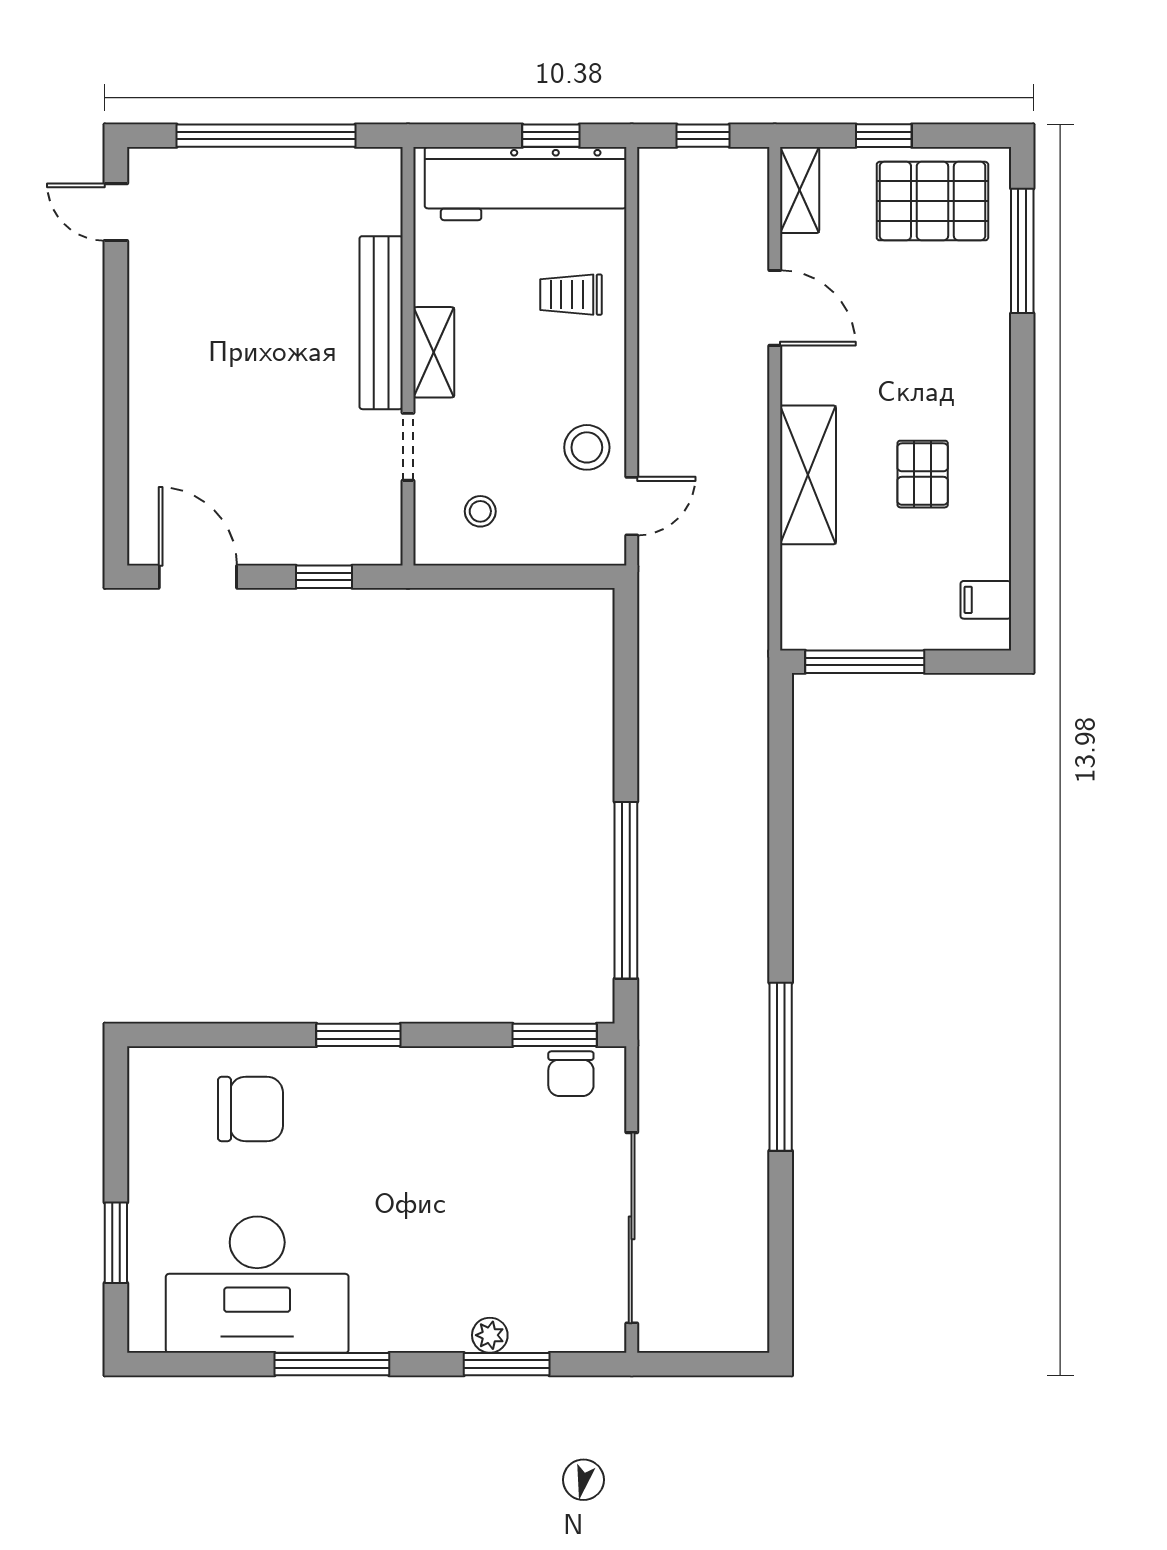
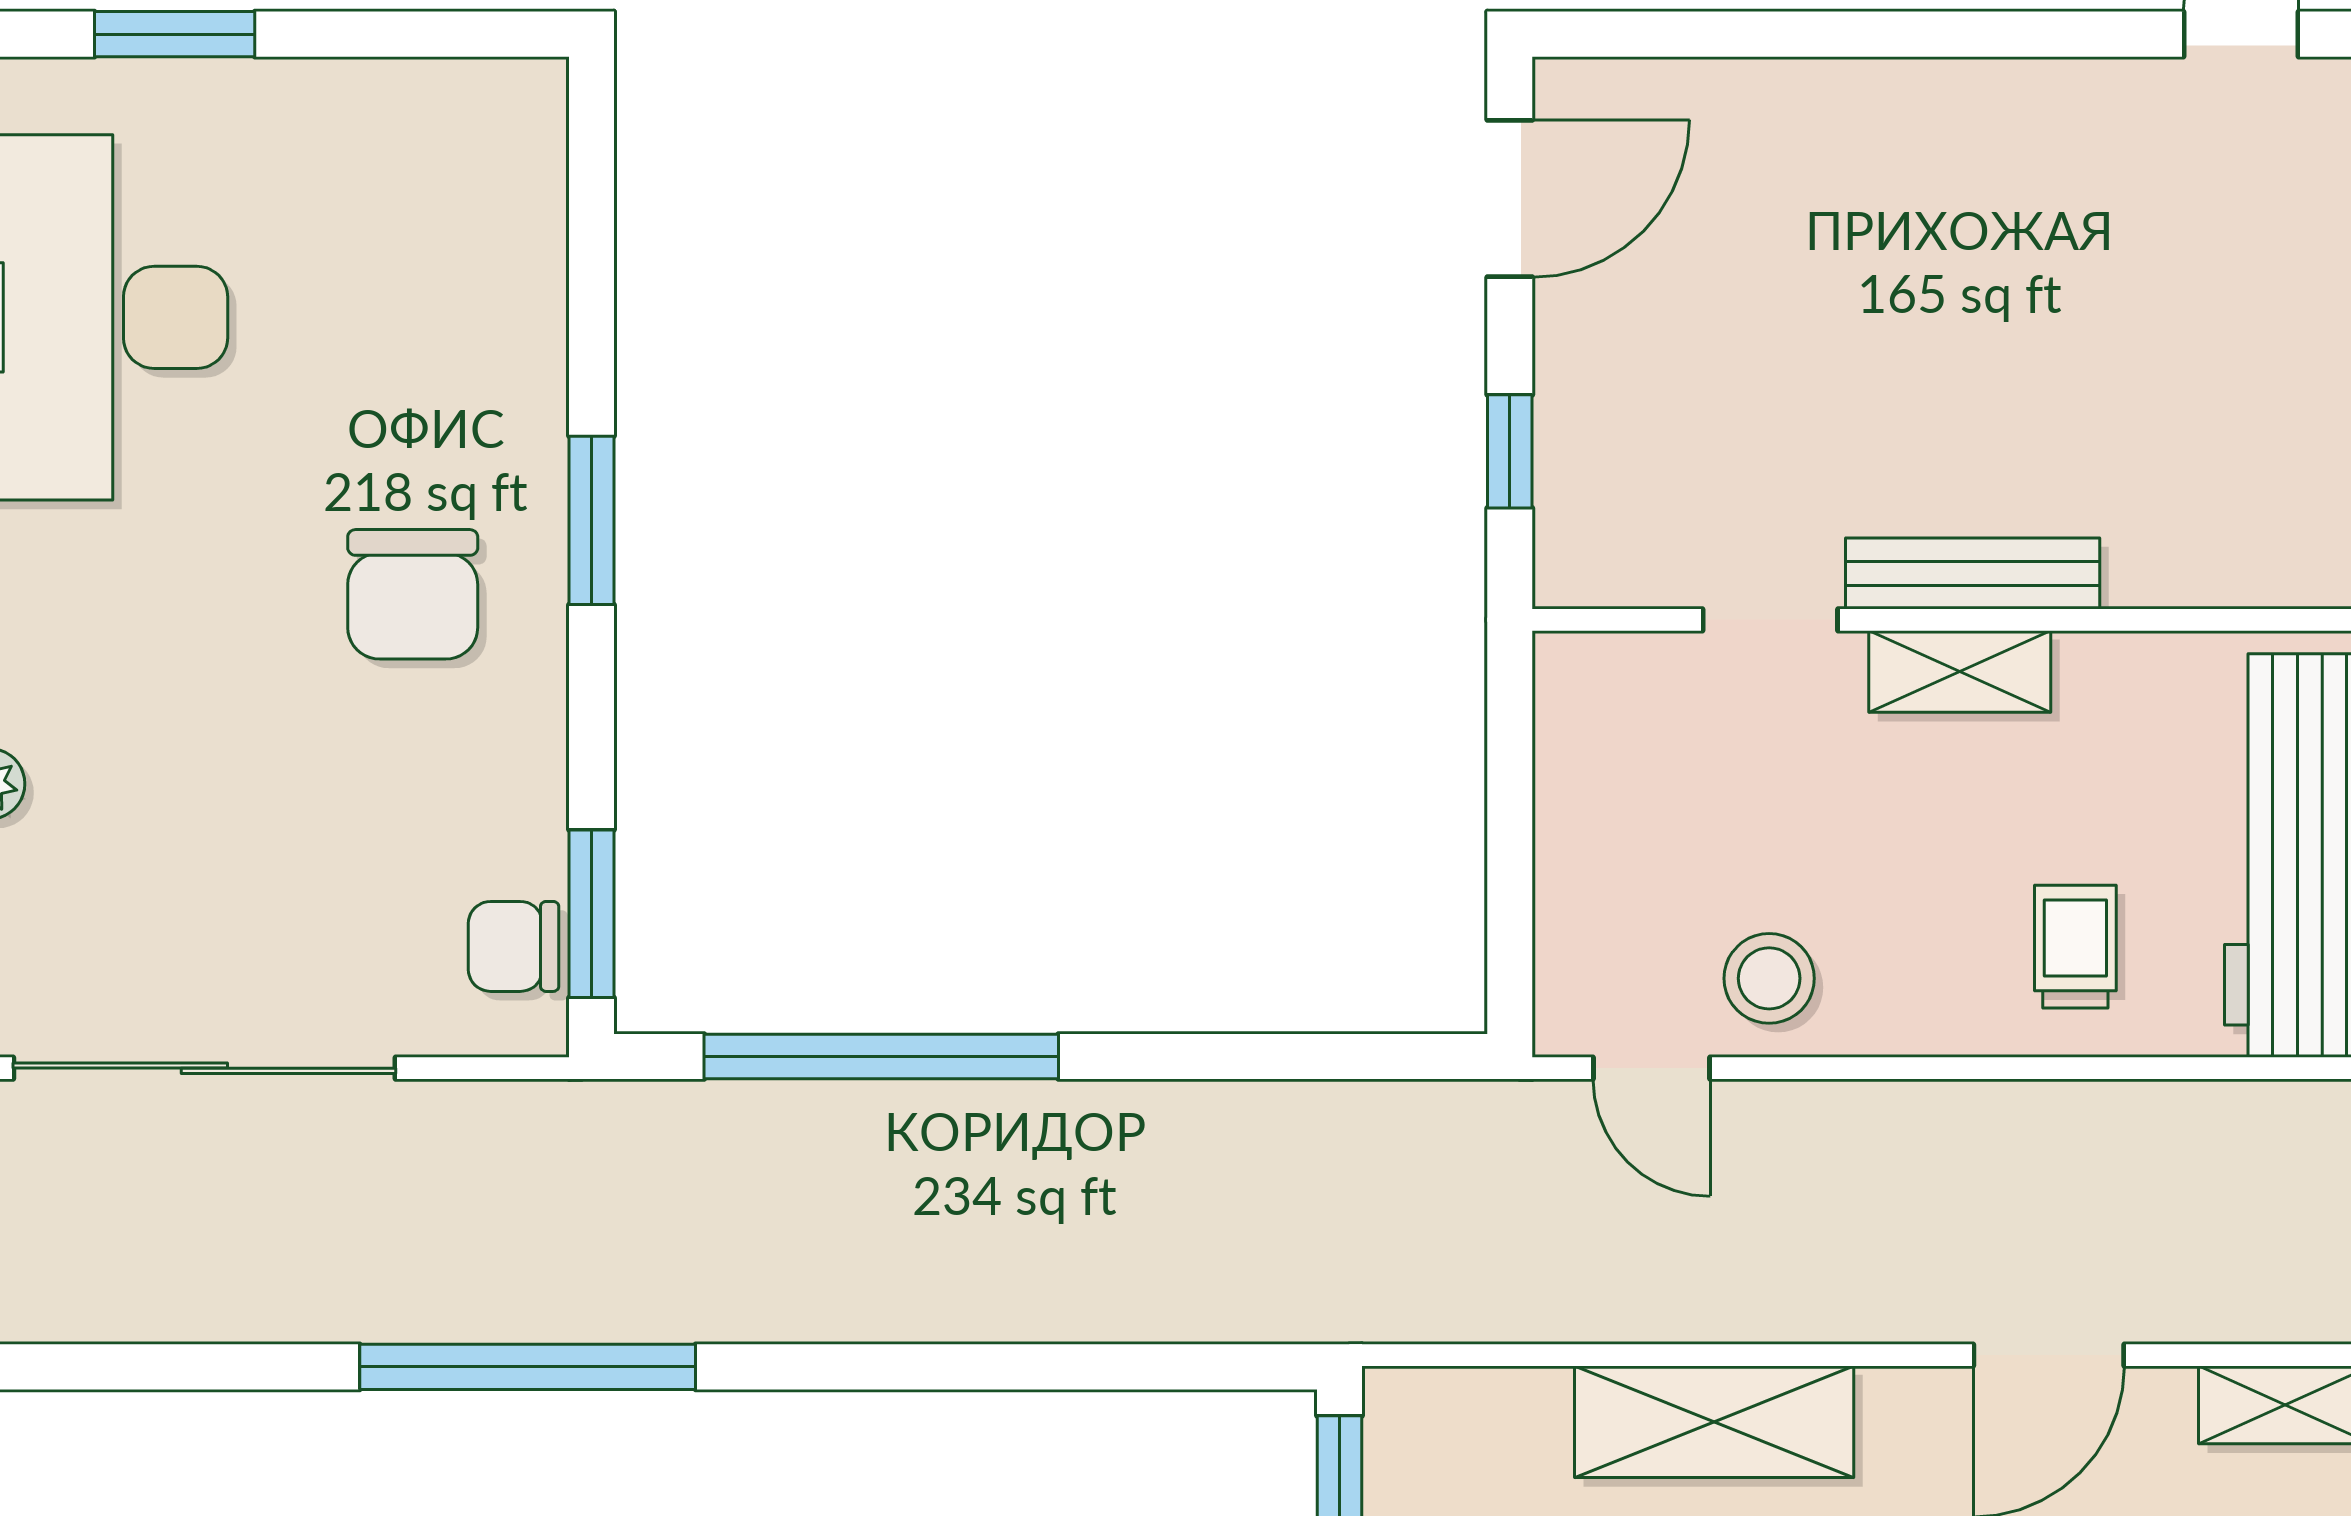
bench: (381, 323) -> (1973, 573), width x0.73, depth x0.82
stool: (480, 511) -> (1641, 765), removed
chair: (250, 1109) -> (413, 594), moved

